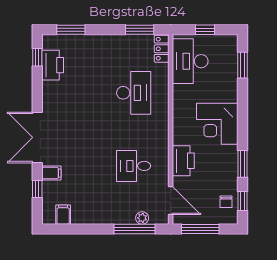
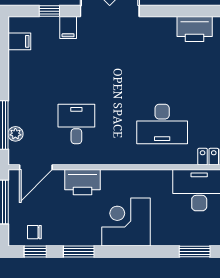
window: (37, 57) -> (204, 11), removed

